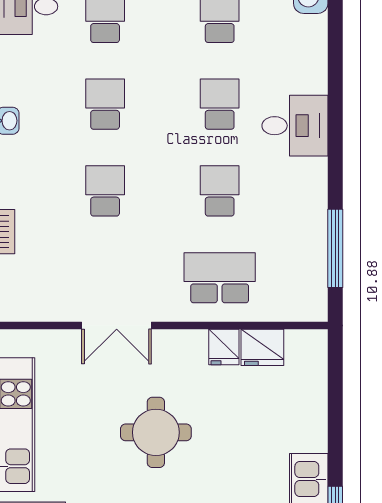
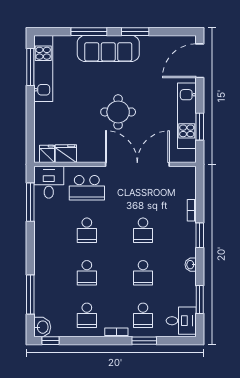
window: (335, 60) -> (30, 295), added
desk: (295, 126) -> (49, 182), moved, turned 90
double door: (117, 325) -> (137, 164), width x1.87
fridge: (224, 347) -> (47, 154), moved

